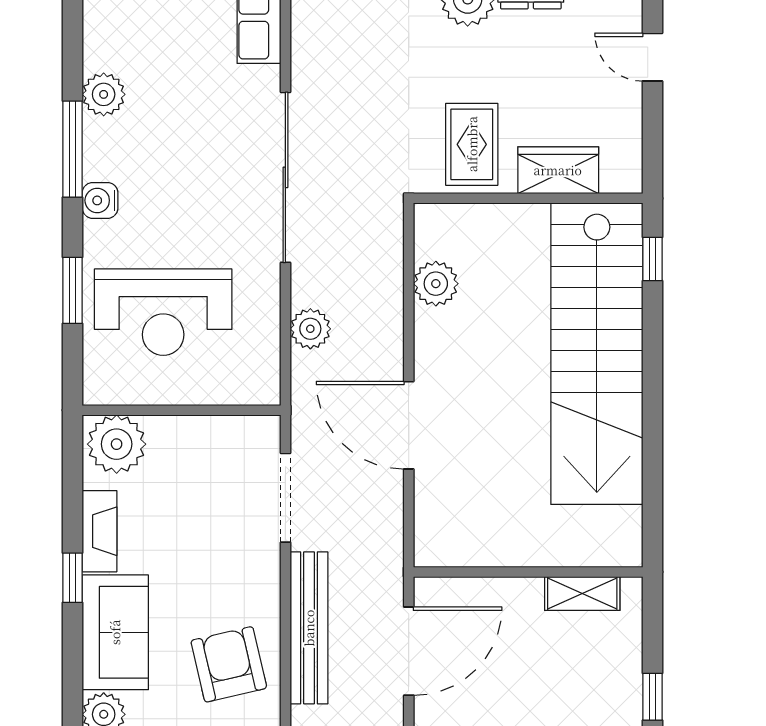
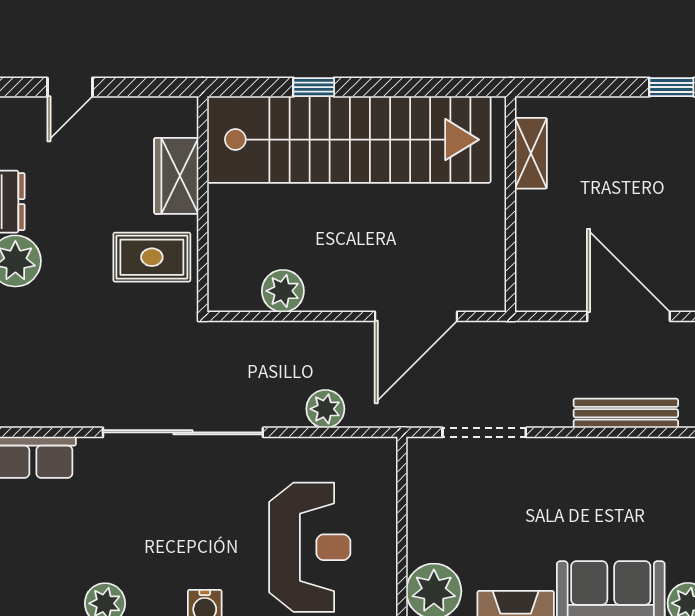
window: (653, 259) -> (314, 87), moved
wall: (528, 572) -> (511, 204), moved
shelving: (582, 594) -> (531, 153), moved
bench: (309, 628) -> (626, 413), width x0.73, depth x0.82
armchair: (229, 664) -> (641, 486), removed

